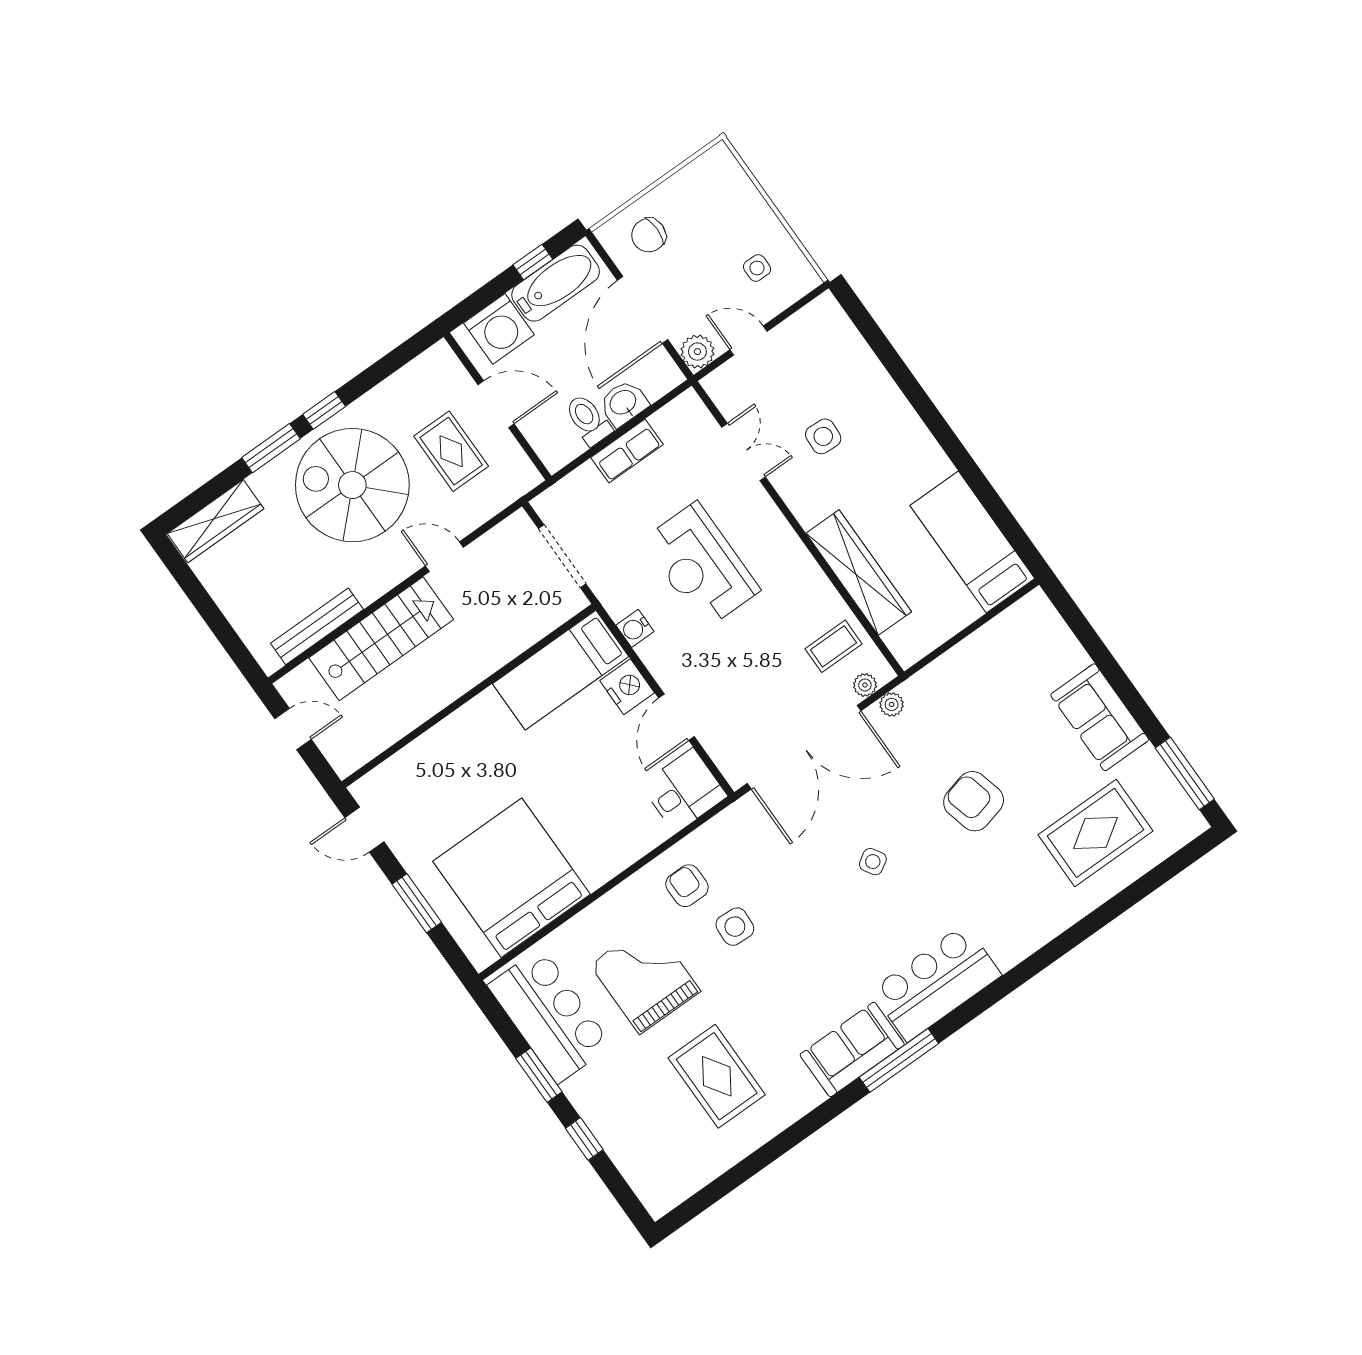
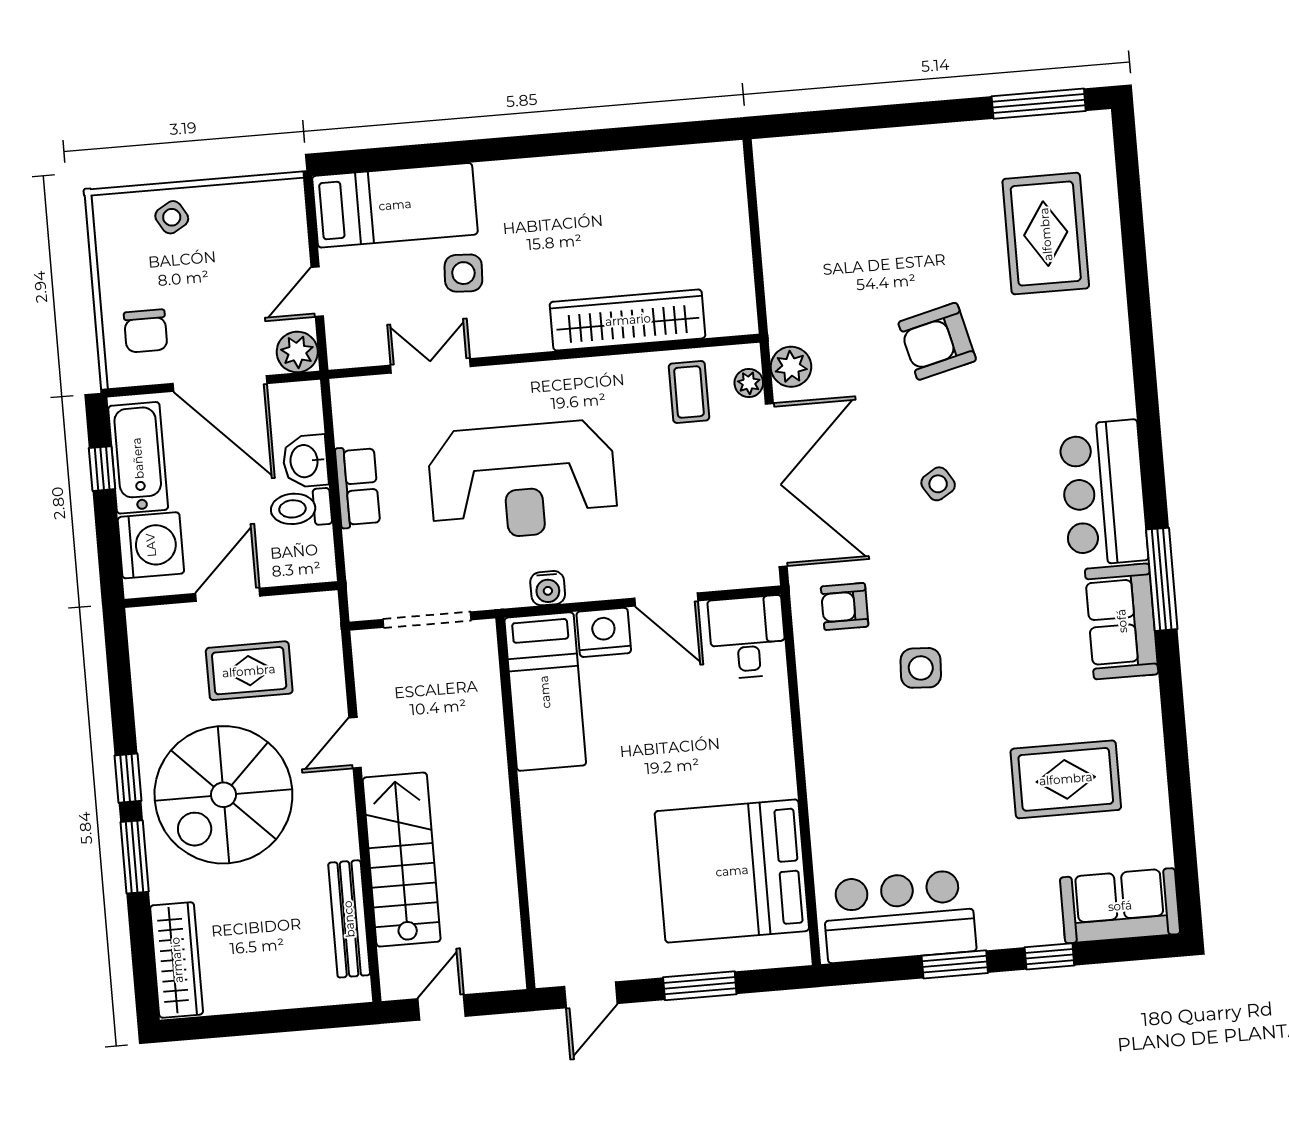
side table: (757, 268) -> (172, 217), moved, turned -31
bed: (972, 542) -> (395, 205), moved, turned 180
reception desk: (701, 565) -> (523, 480), width x1.36, depth x1.30
plant: (892, 704) -> (791, 367), width x1.38, depth x1.38
sofa: (1100, 717) -> (1120, 906), moved, turned 180
armchair: (687, 886) -> (845, 606), moved
grand piano: (645, 978) -> (919, 793), removed

